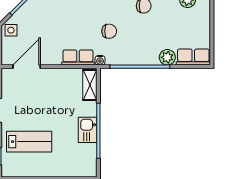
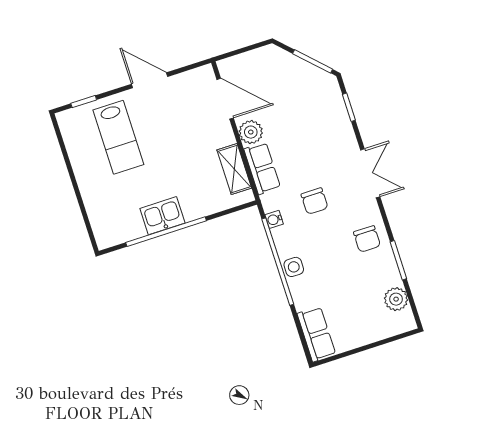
side table: (11, 30) -> (294, 267), moved
plant: (167, 57) -> (251, 132), moved
water cooler: (100, 60) -> (274, 219), moved
shelving: (90, 85) -> (234, 169), moved, turned 90

